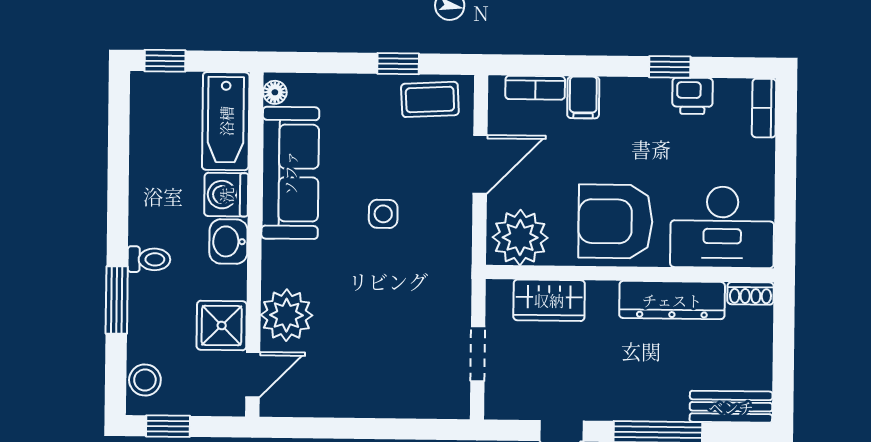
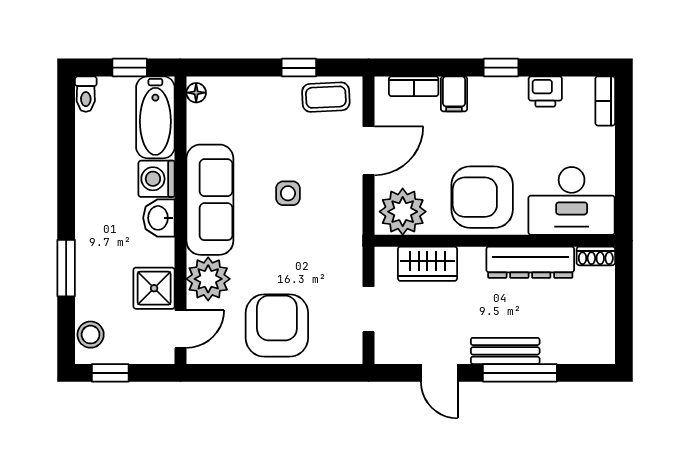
window: (165, 61) -> (130, 68), moved
window: (670, 67) -> (501, 68), moved
sofa: (290, 173) -> (210, 200), moved
toilet: (149, 259) -> (86, 94), moved, turned 90
armchair: (368, 372) -> (277, 325), added
bench: (731, 407) -> (505, 351), moved

